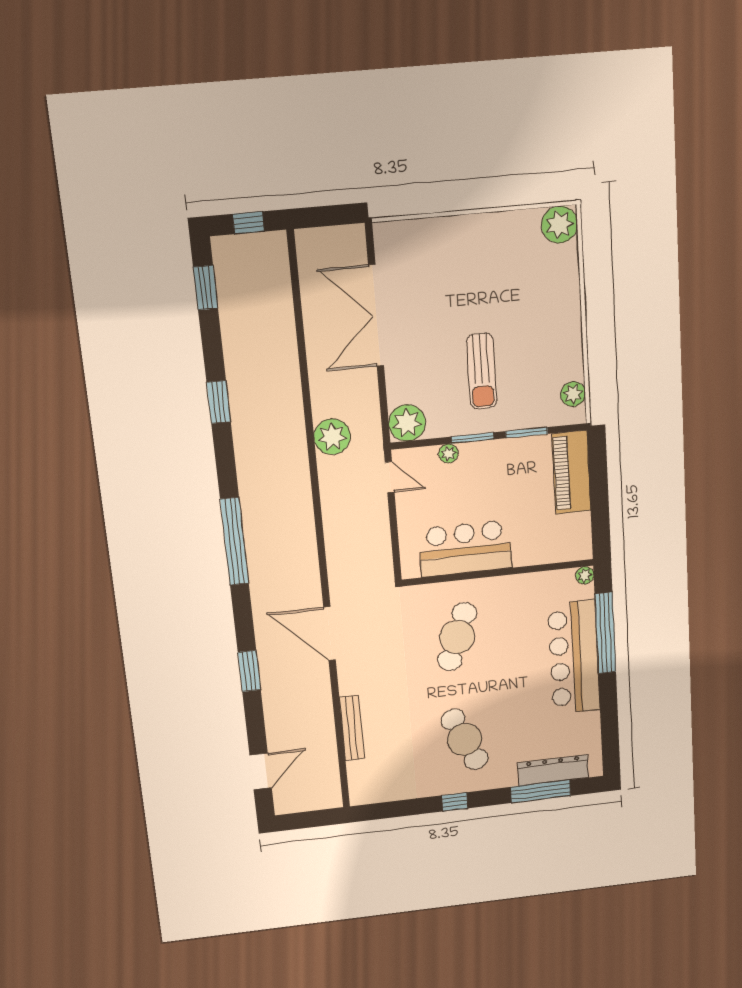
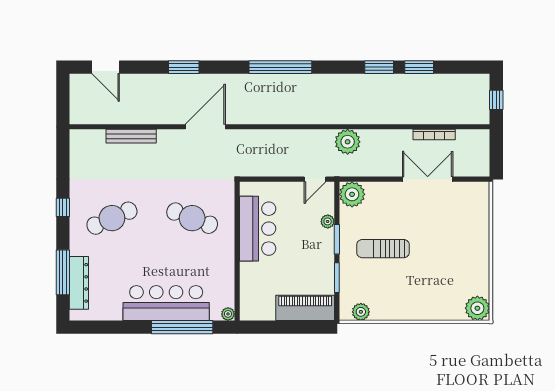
window: (206, 288) -> (419, 67), moved
bookcase: (310, 312) -> (434, 135), added
double door: (376, 316) -> (428, 179), width x0.73

